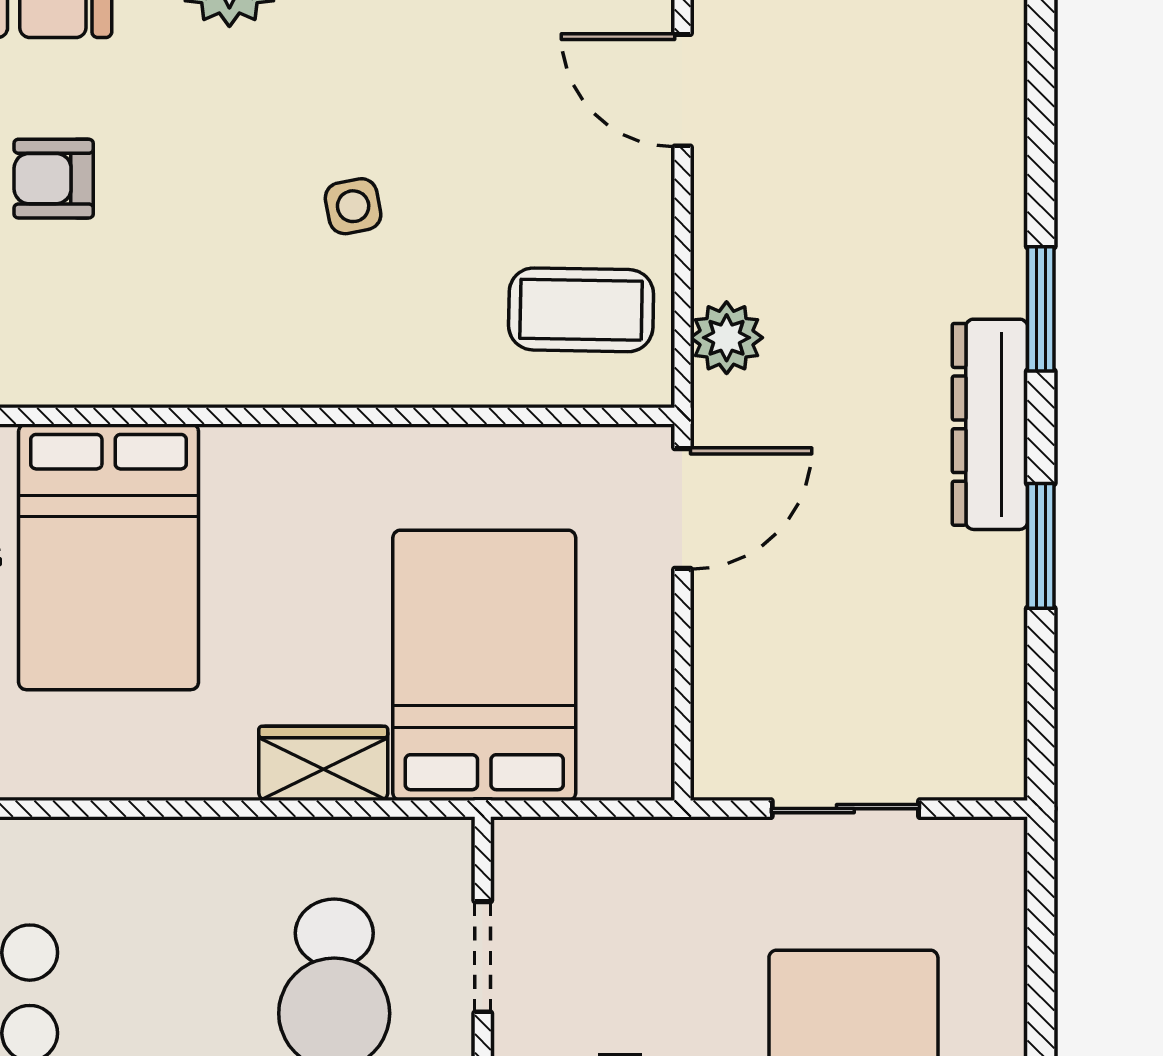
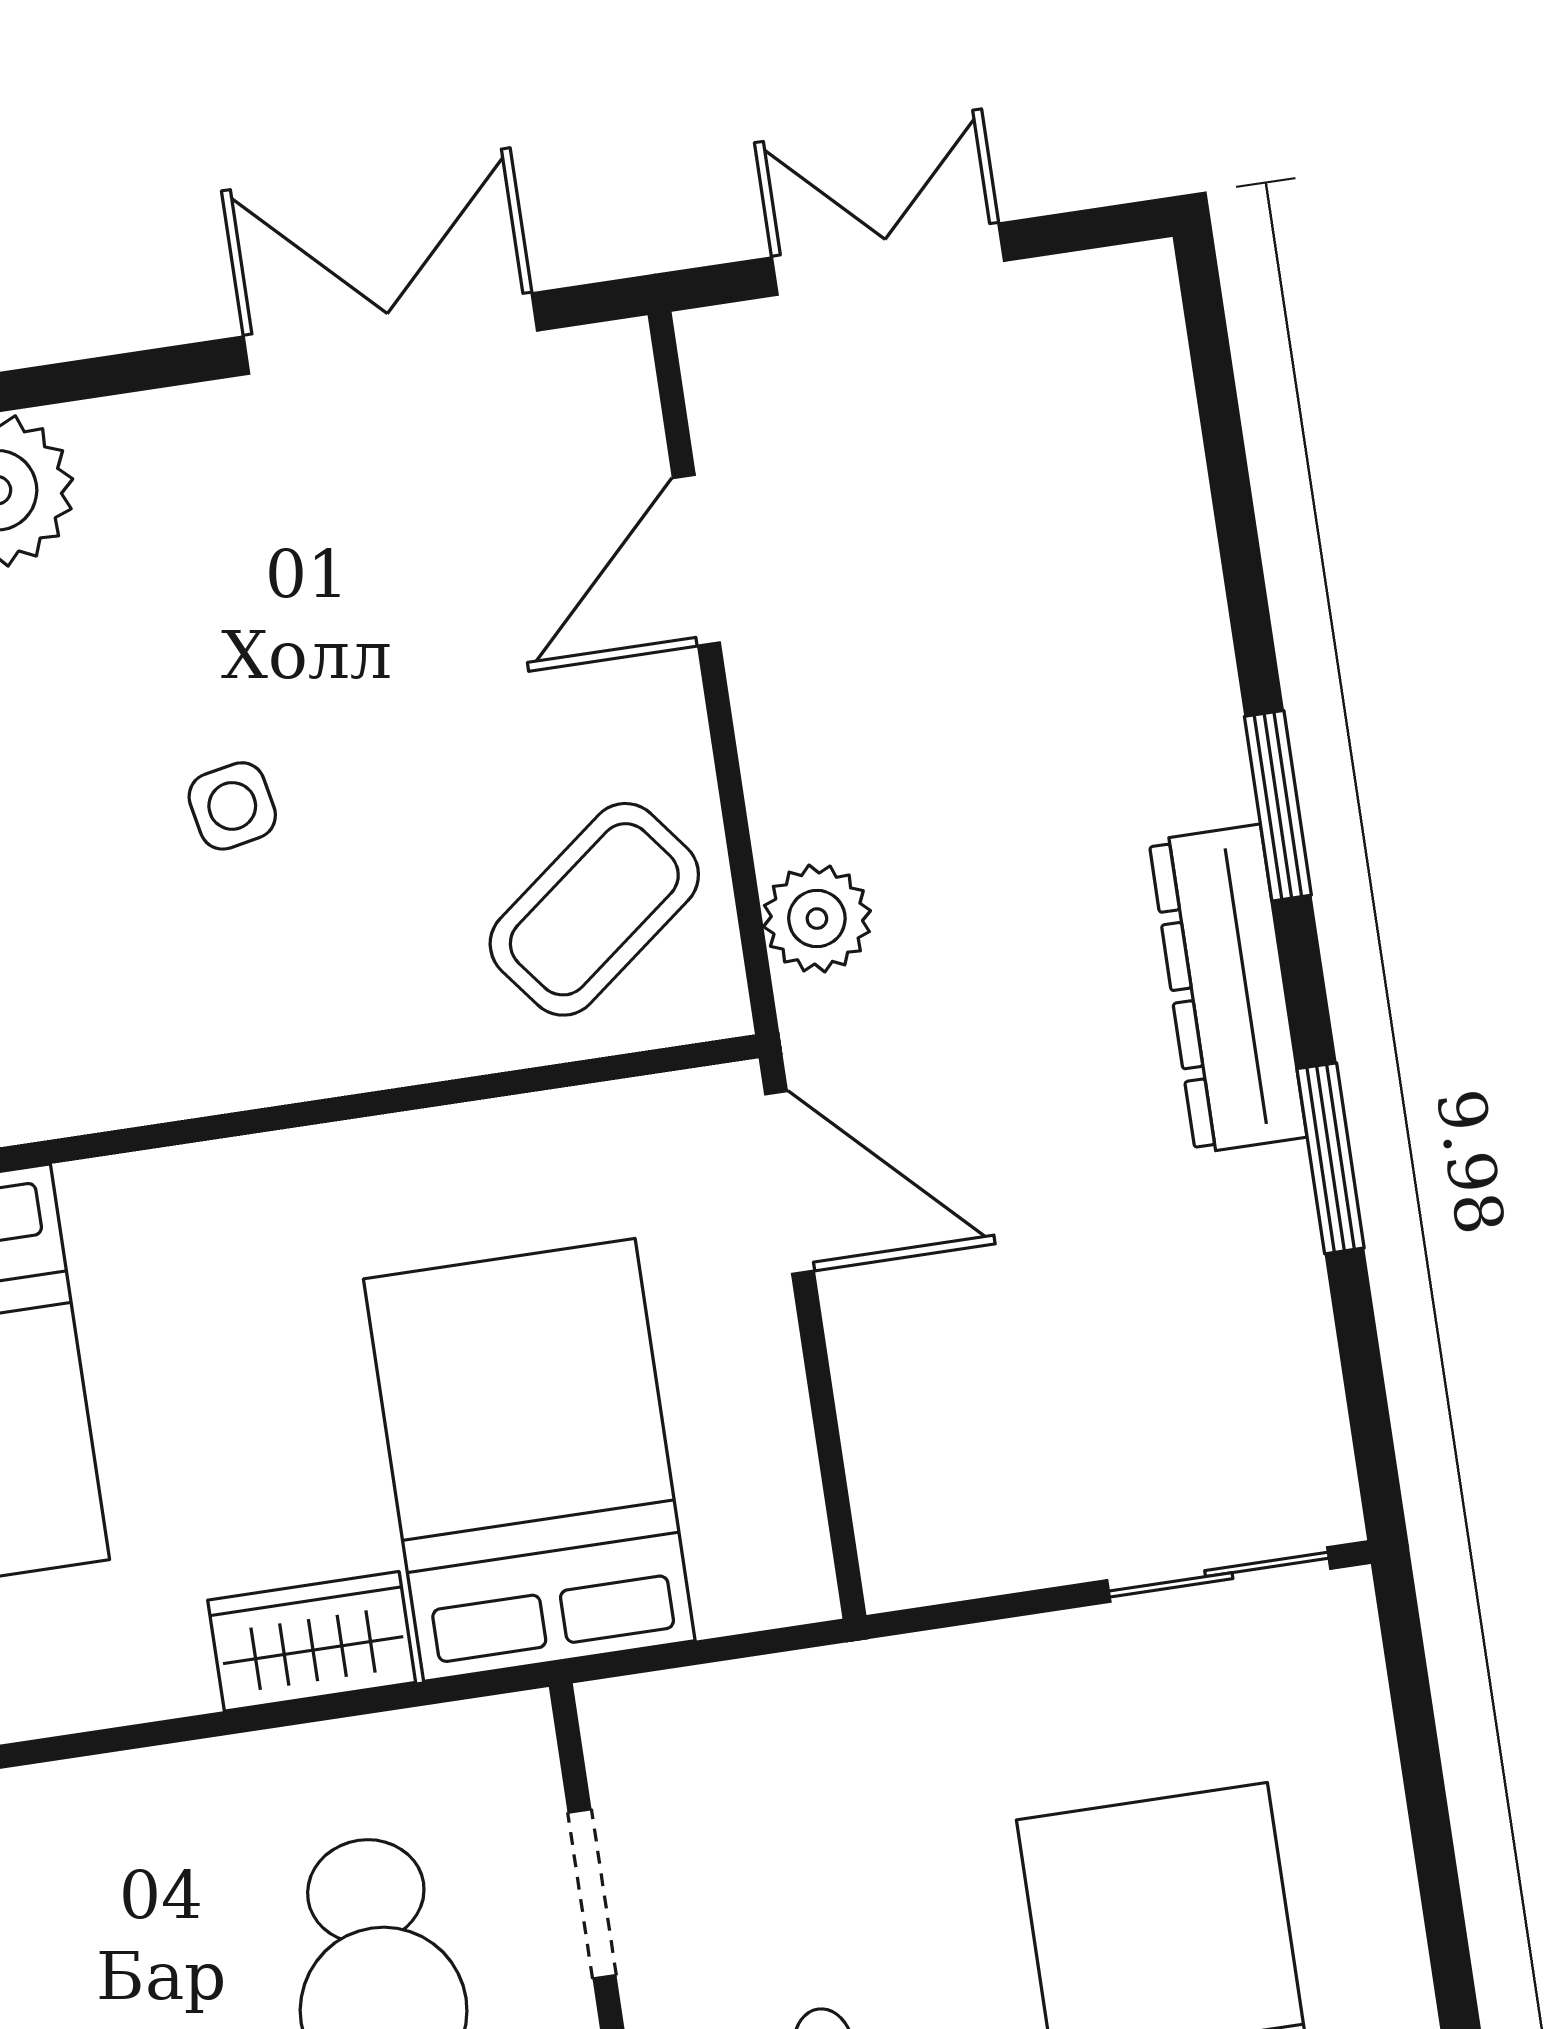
door: (682, 90) -> (696, 560), hinge flipped
coffee table: (581, 310) -> (594, 909), turned -39
door: (682, 509) -> (789, 1183), hinge flipped
sliding door: (845, 809) -> (1219, 1575), moved

